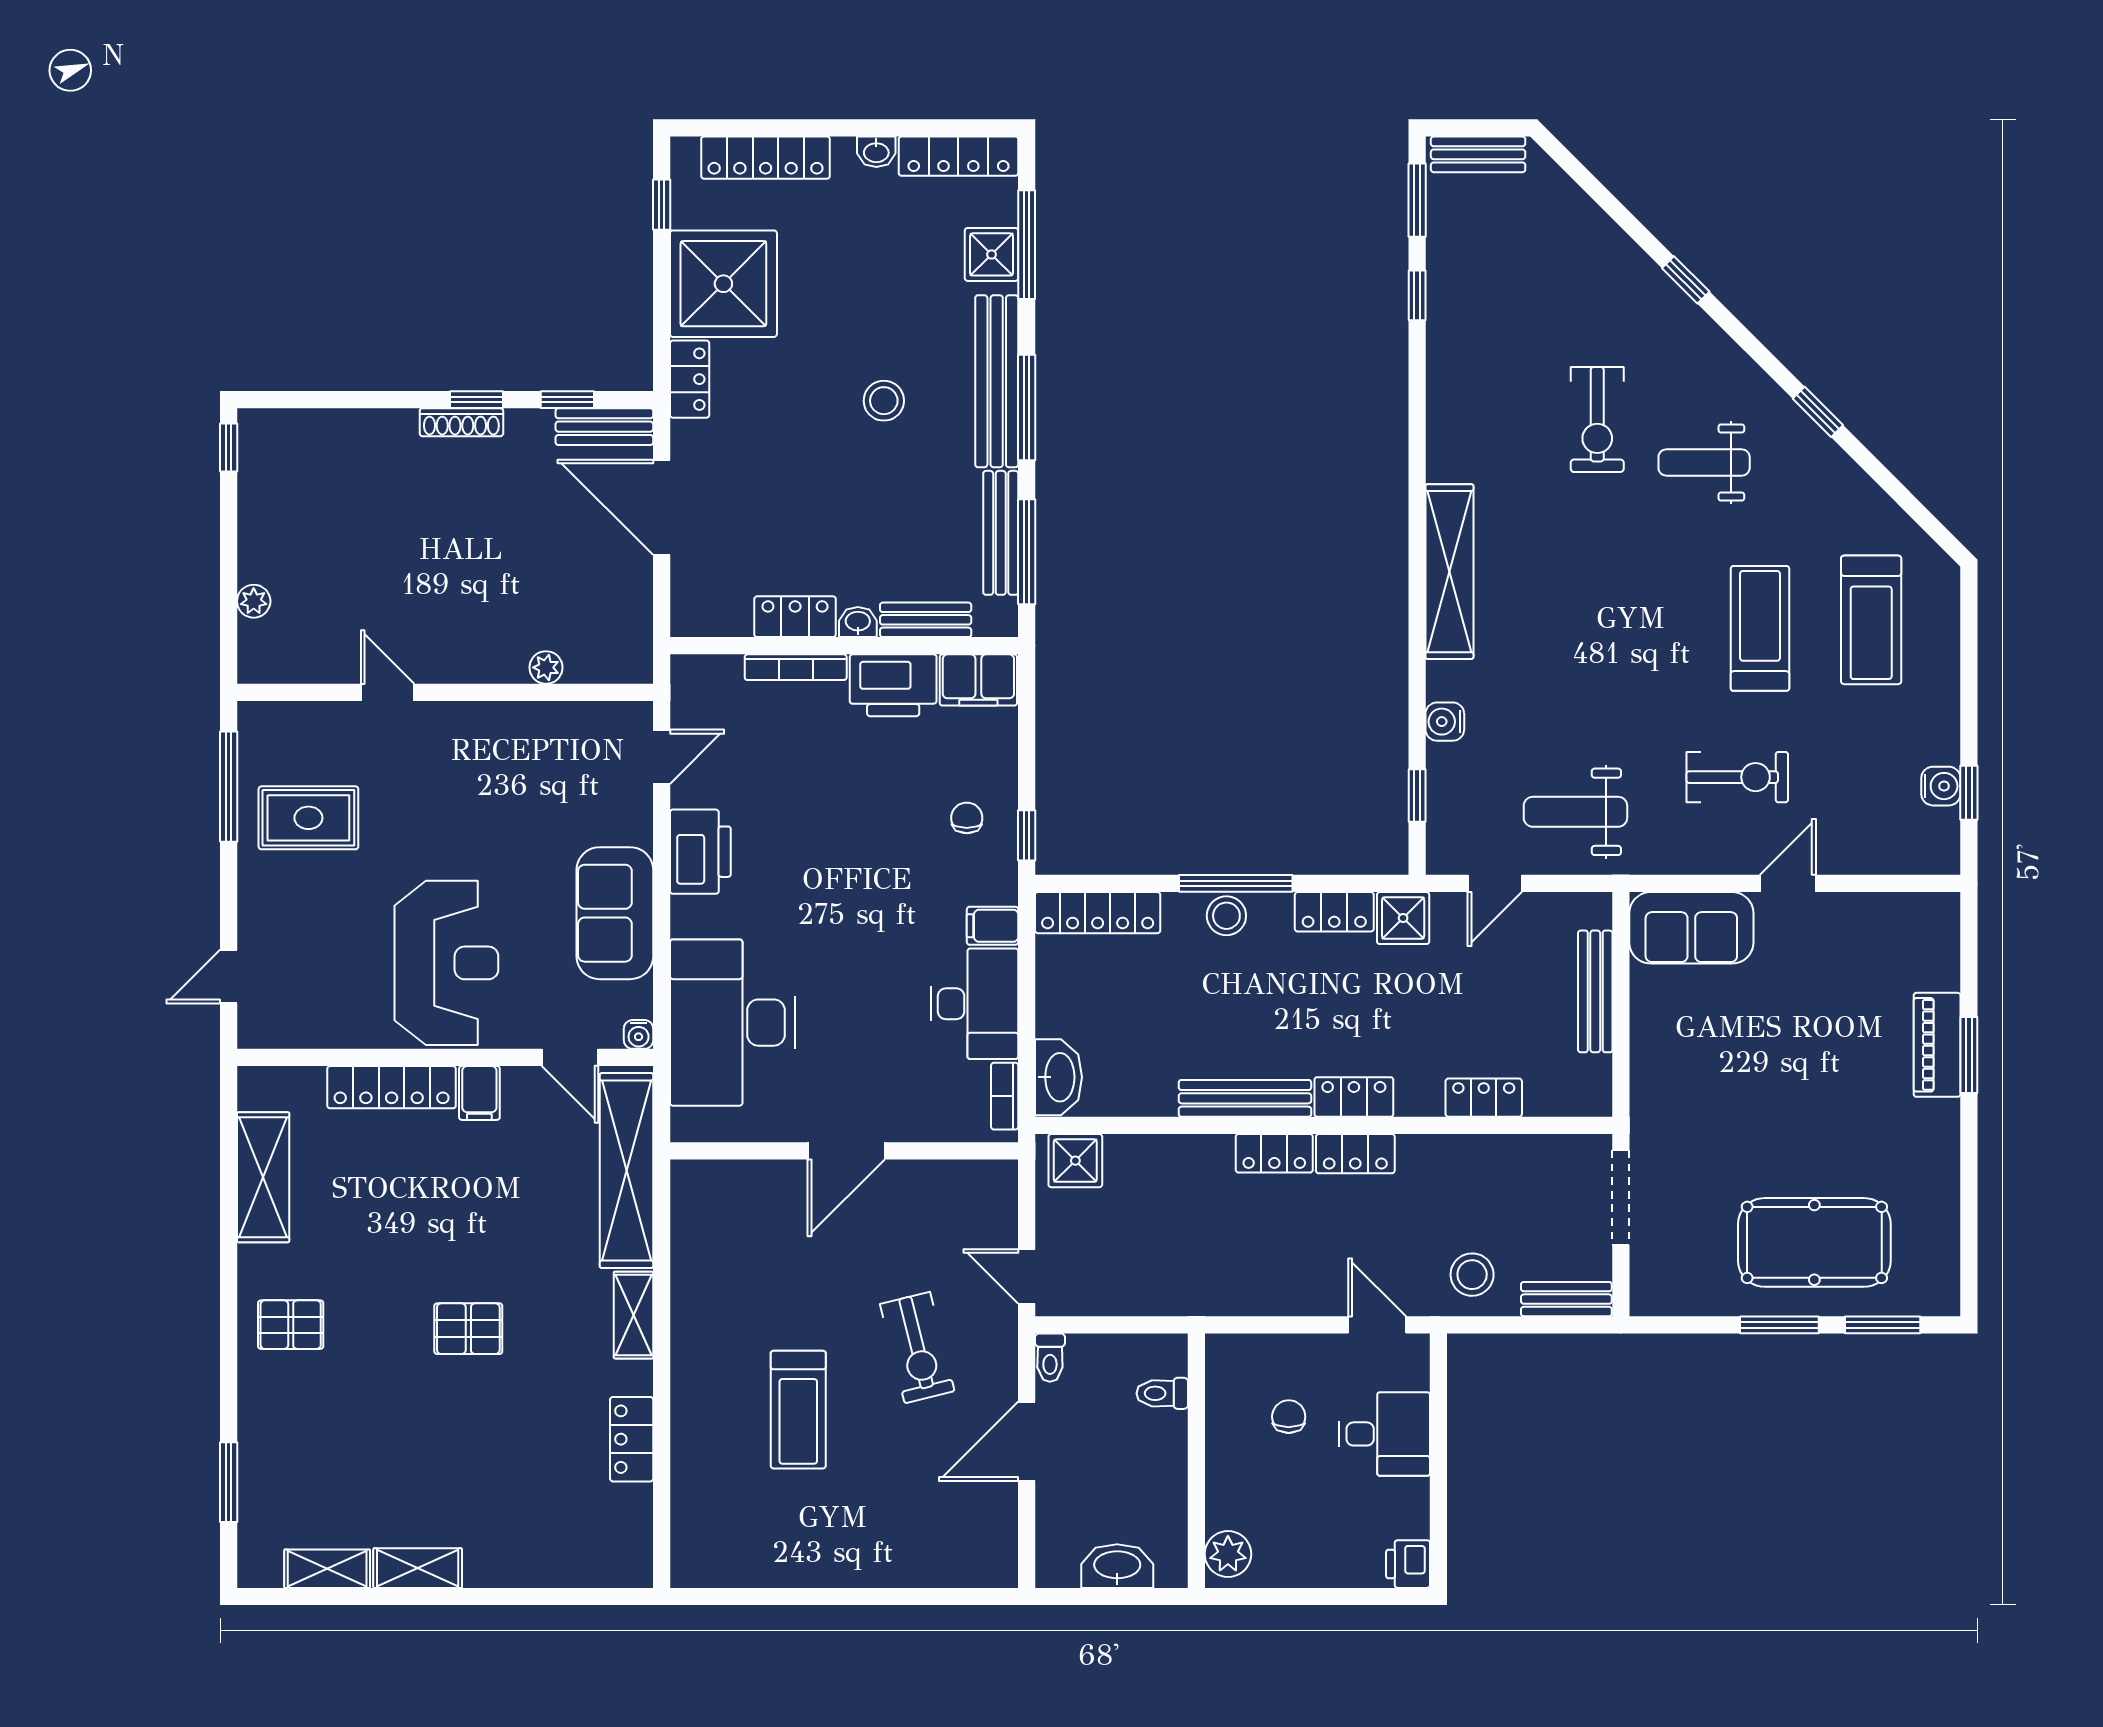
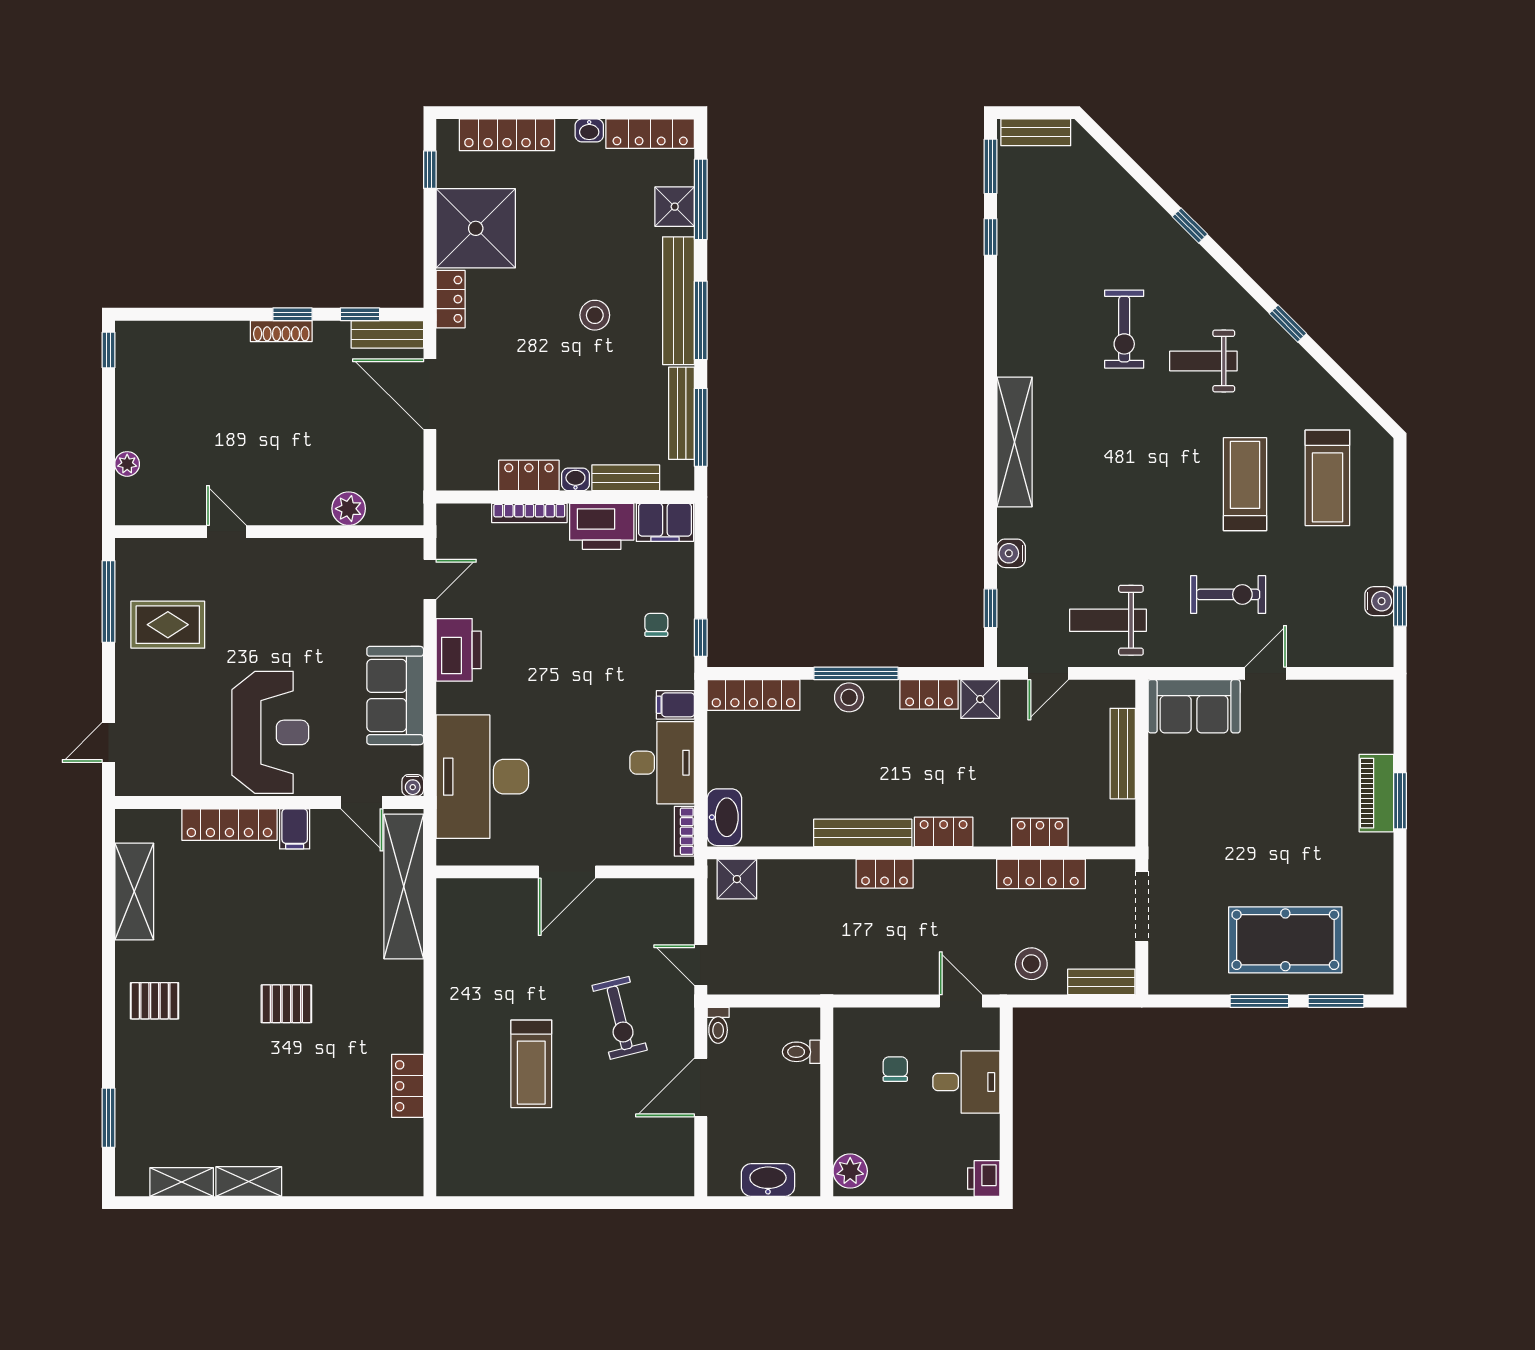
plant: (546, 667) -> (349, 509), width x1.38, depth x1.38
locker: (1355, 1154) -> (1041, 874), moved, width x1.53
shelving: (633, 1315) -> (409, 994), removed

